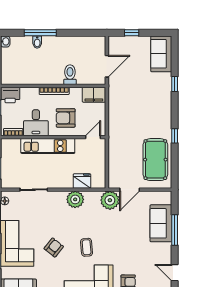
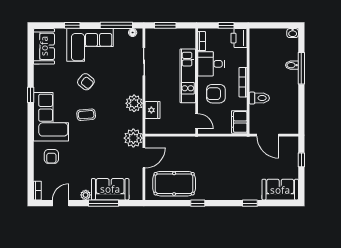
armchair: (66, 118) -> (216, 94), turned -90
door: (130, 190) -> (144, 158), swing flipped
plant: (167, 248) -> (86, 195), added

